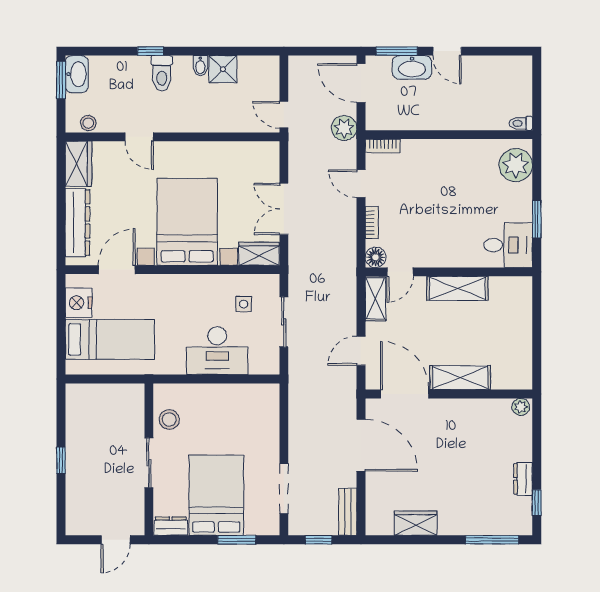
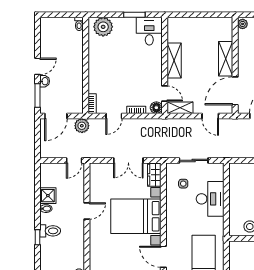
washbasin: (412, 67) -> (45, 81), width x0.52, depth x0.69
door: (139, 137) -> (87, 211), moved

